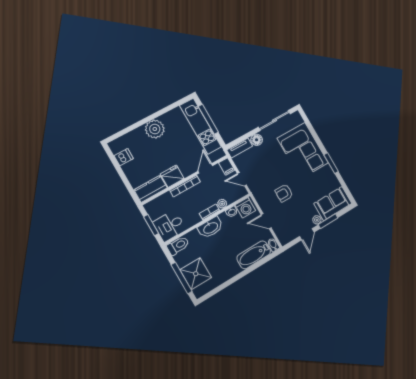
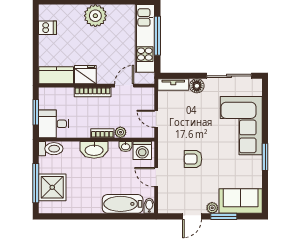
filing cabinet: (227, 166) -> (148, 96), removed

